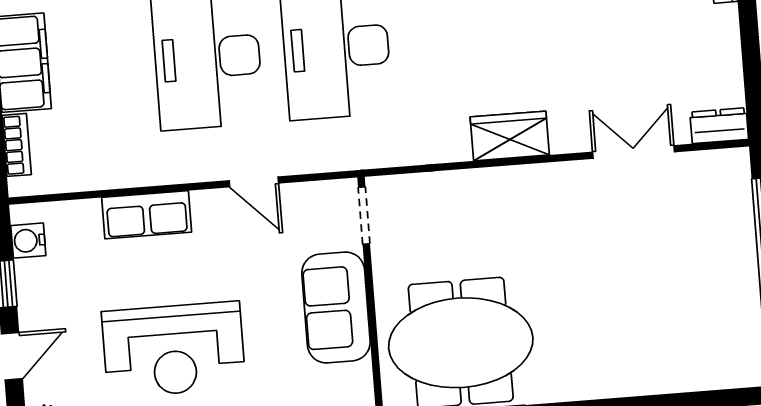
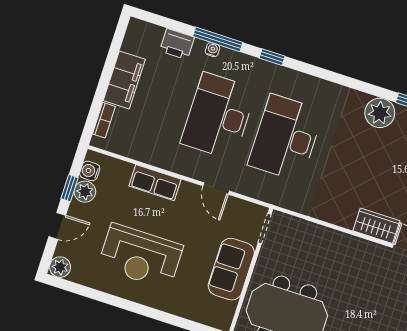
wardrobe: (510, 136) -> (376, 226), moved
plant: (35, 279) -> (85, 192), added

